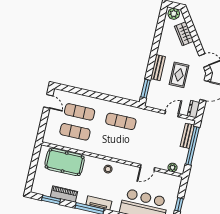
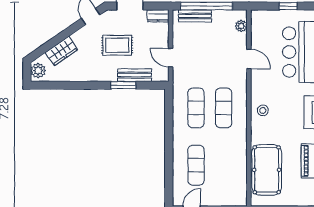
bench: (158, 68) -> (134, 75), moved
window: (146, 89) -> (123, 85), moved
door: (172, 114) -> (171, 58), moved
exercise mat: (75, 132) -> (224, 108), moved

